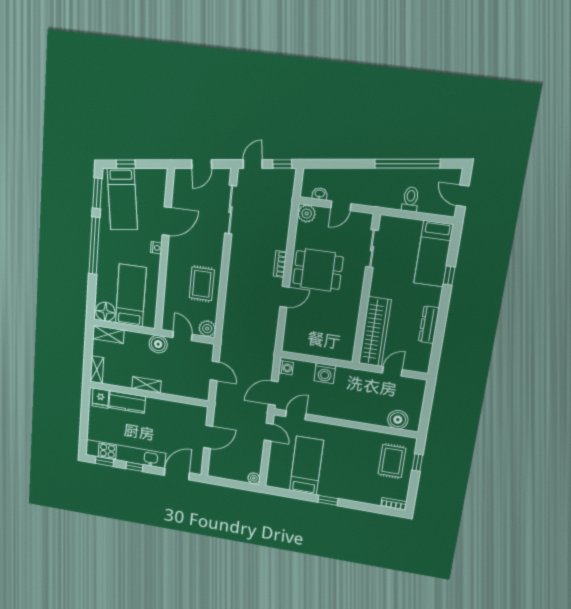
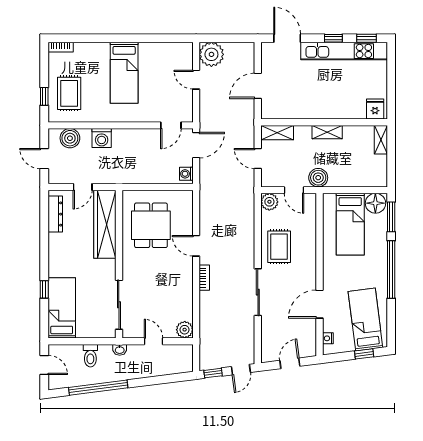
window: (97, 193) -> (391, 217), moved
washbasin: (320, 194) -> (120, 350), moved
door: (341, 206) -> (153, 341), hinge flipped
sliding door: (230, 210) -> (258, 292), moved
nightstand: (156, 248) -> (328, 338), moved
sliding door: (372, 249) -> (119, 305), width x1.37
dining table: (318, 270) -> (151, 225), moved, turned 90
door: (285, 297) -> (196, 246), hinge flipped
dresser: (429, 325) -> (55, 214), moved
shelving: (108, 334) -> (277, 133), moved
washing machine: (325, 373) -> (102, 138), moved, turned 180
kitchen counter: (127, 402) -> (346, 110), removed
door: (427, 405) -> (44, 159), added
door: (269, 432) -> (196, 80), moved
bed: (306, 466) -> (124, 73), moved
door: (177, 474) -> (287, 38), swing flipped
plant: (254, 478) -> (211, 54), width x1.87, depth x1.87
window: (328, 500) -> (127, 38), removed

